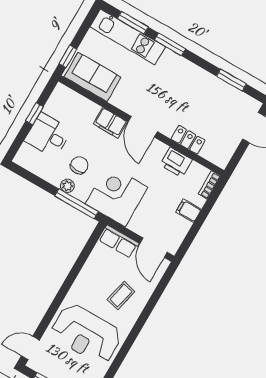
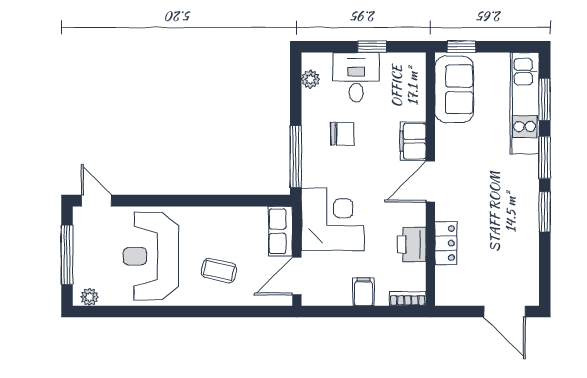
window: (231, 80) -> (545, 212), moved
plant: (67, 186) -> (310, 79), moved
corner desk: (117, 195) -> (333, 219), moved

